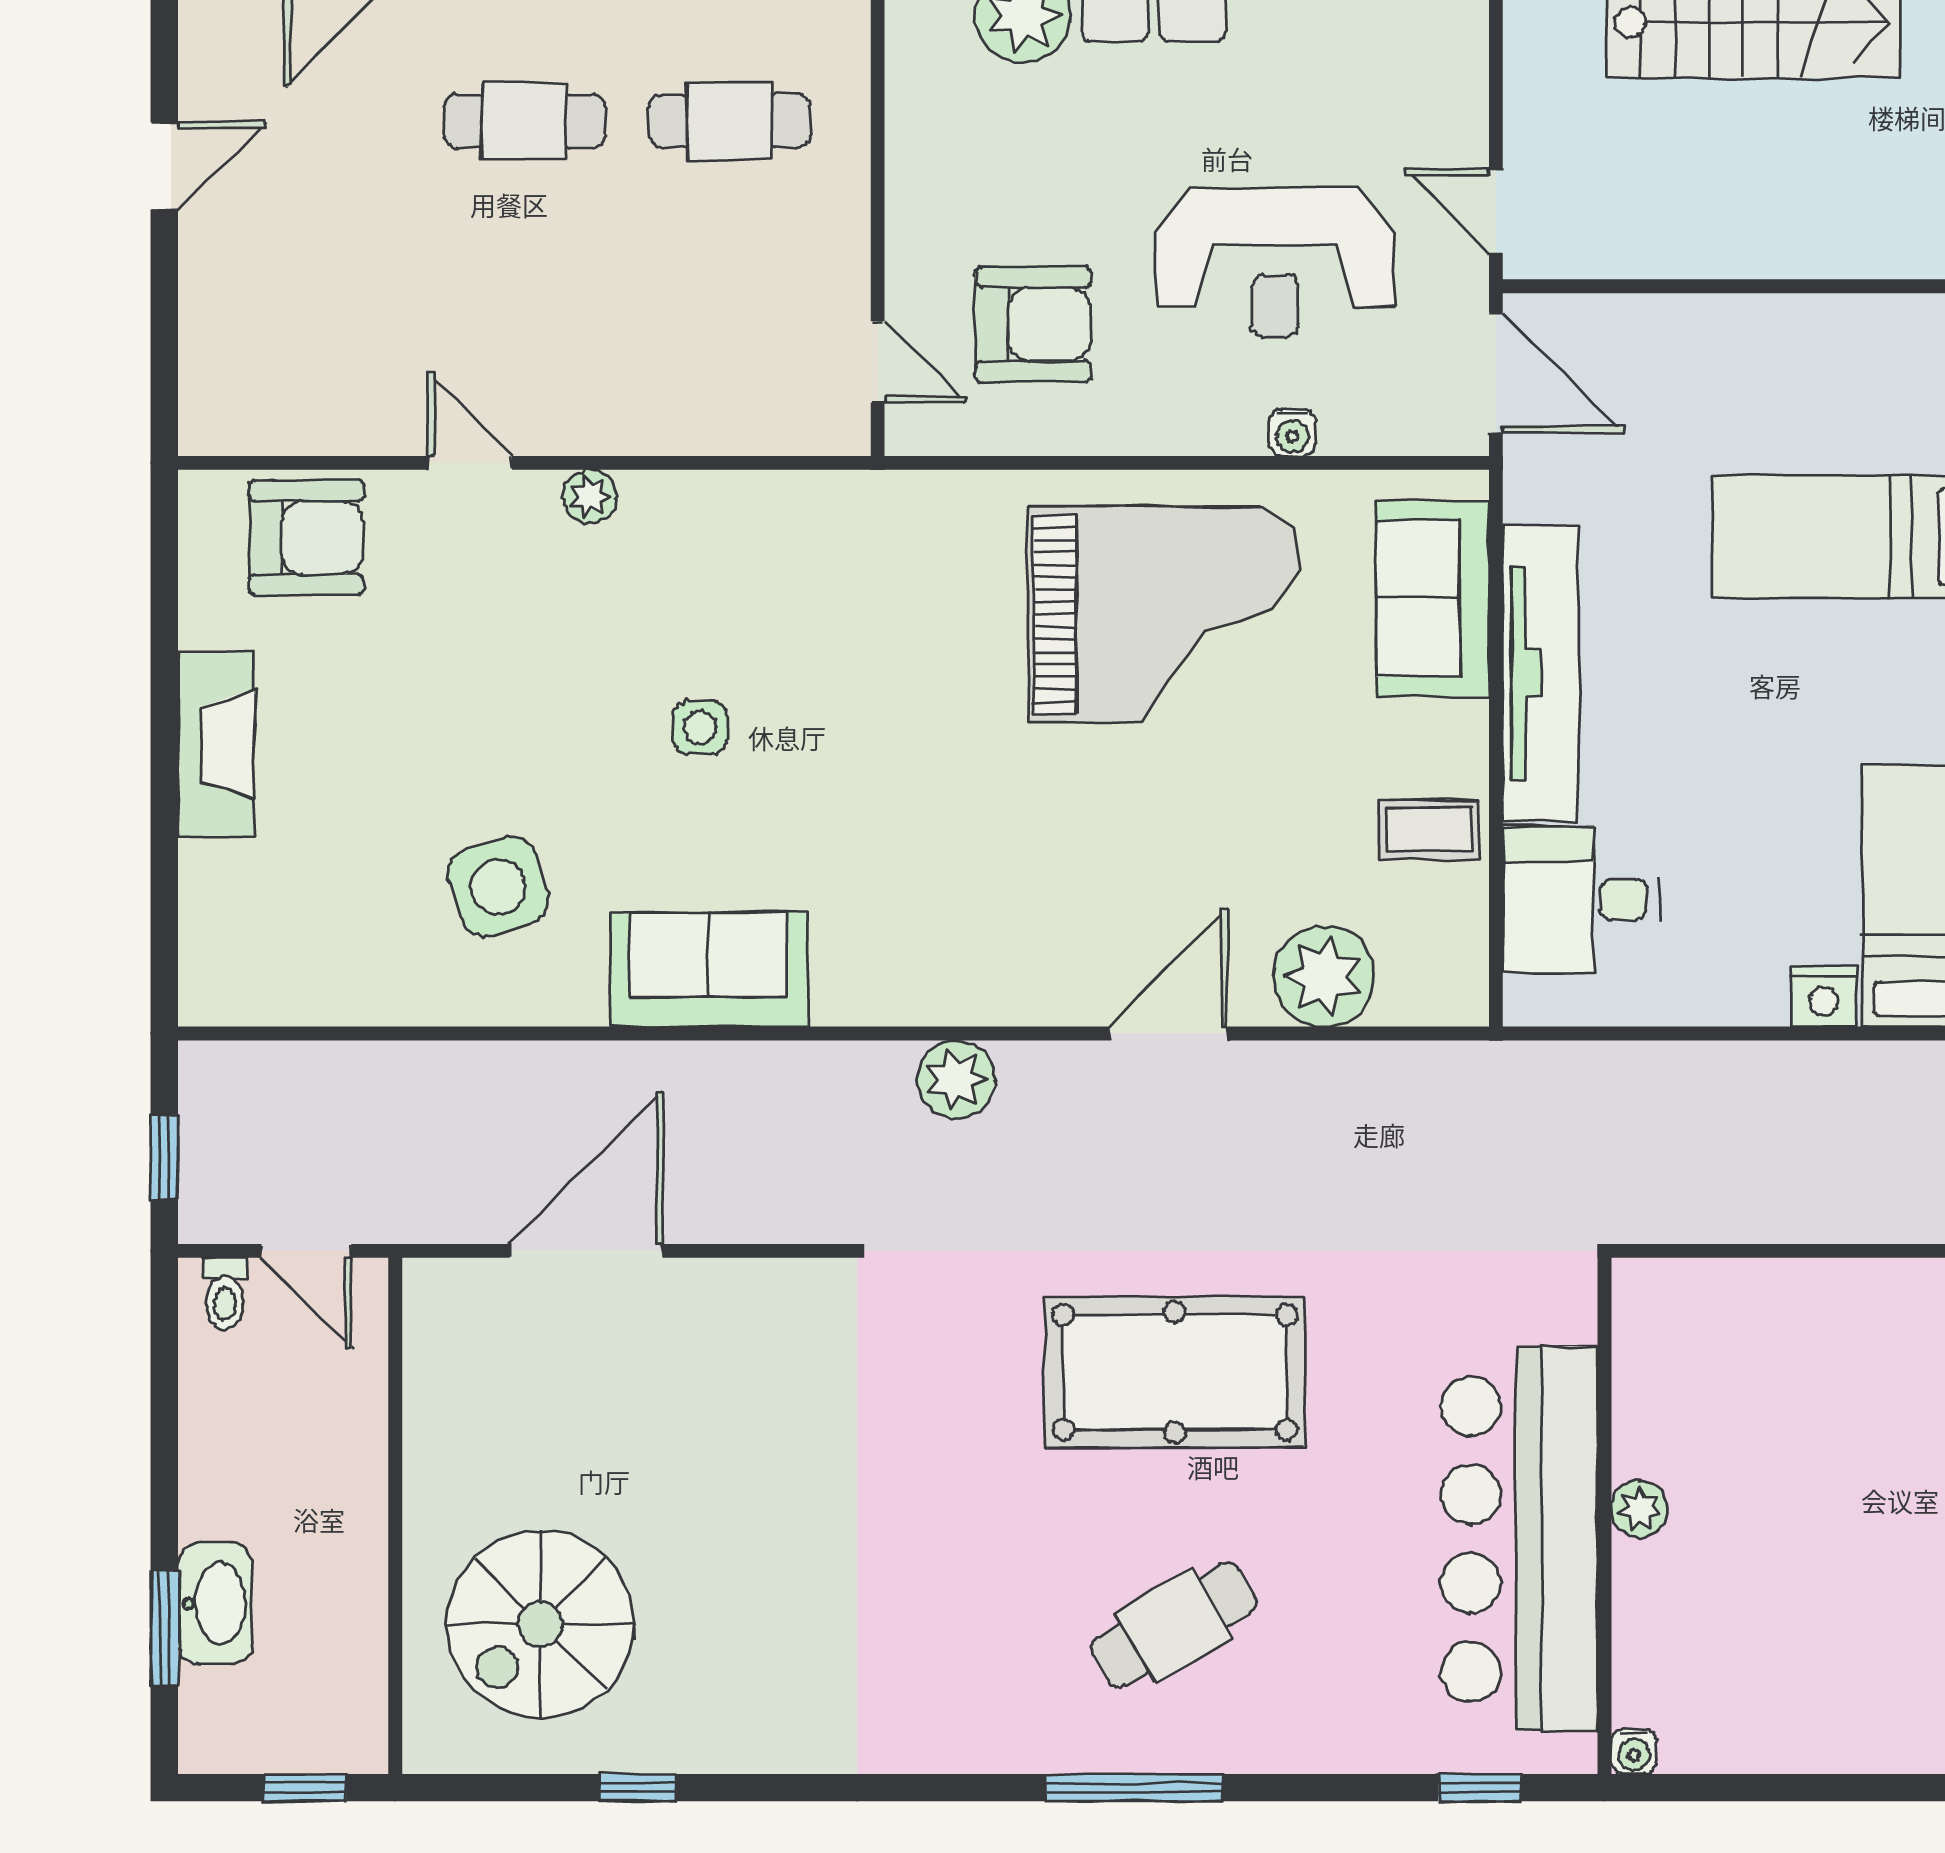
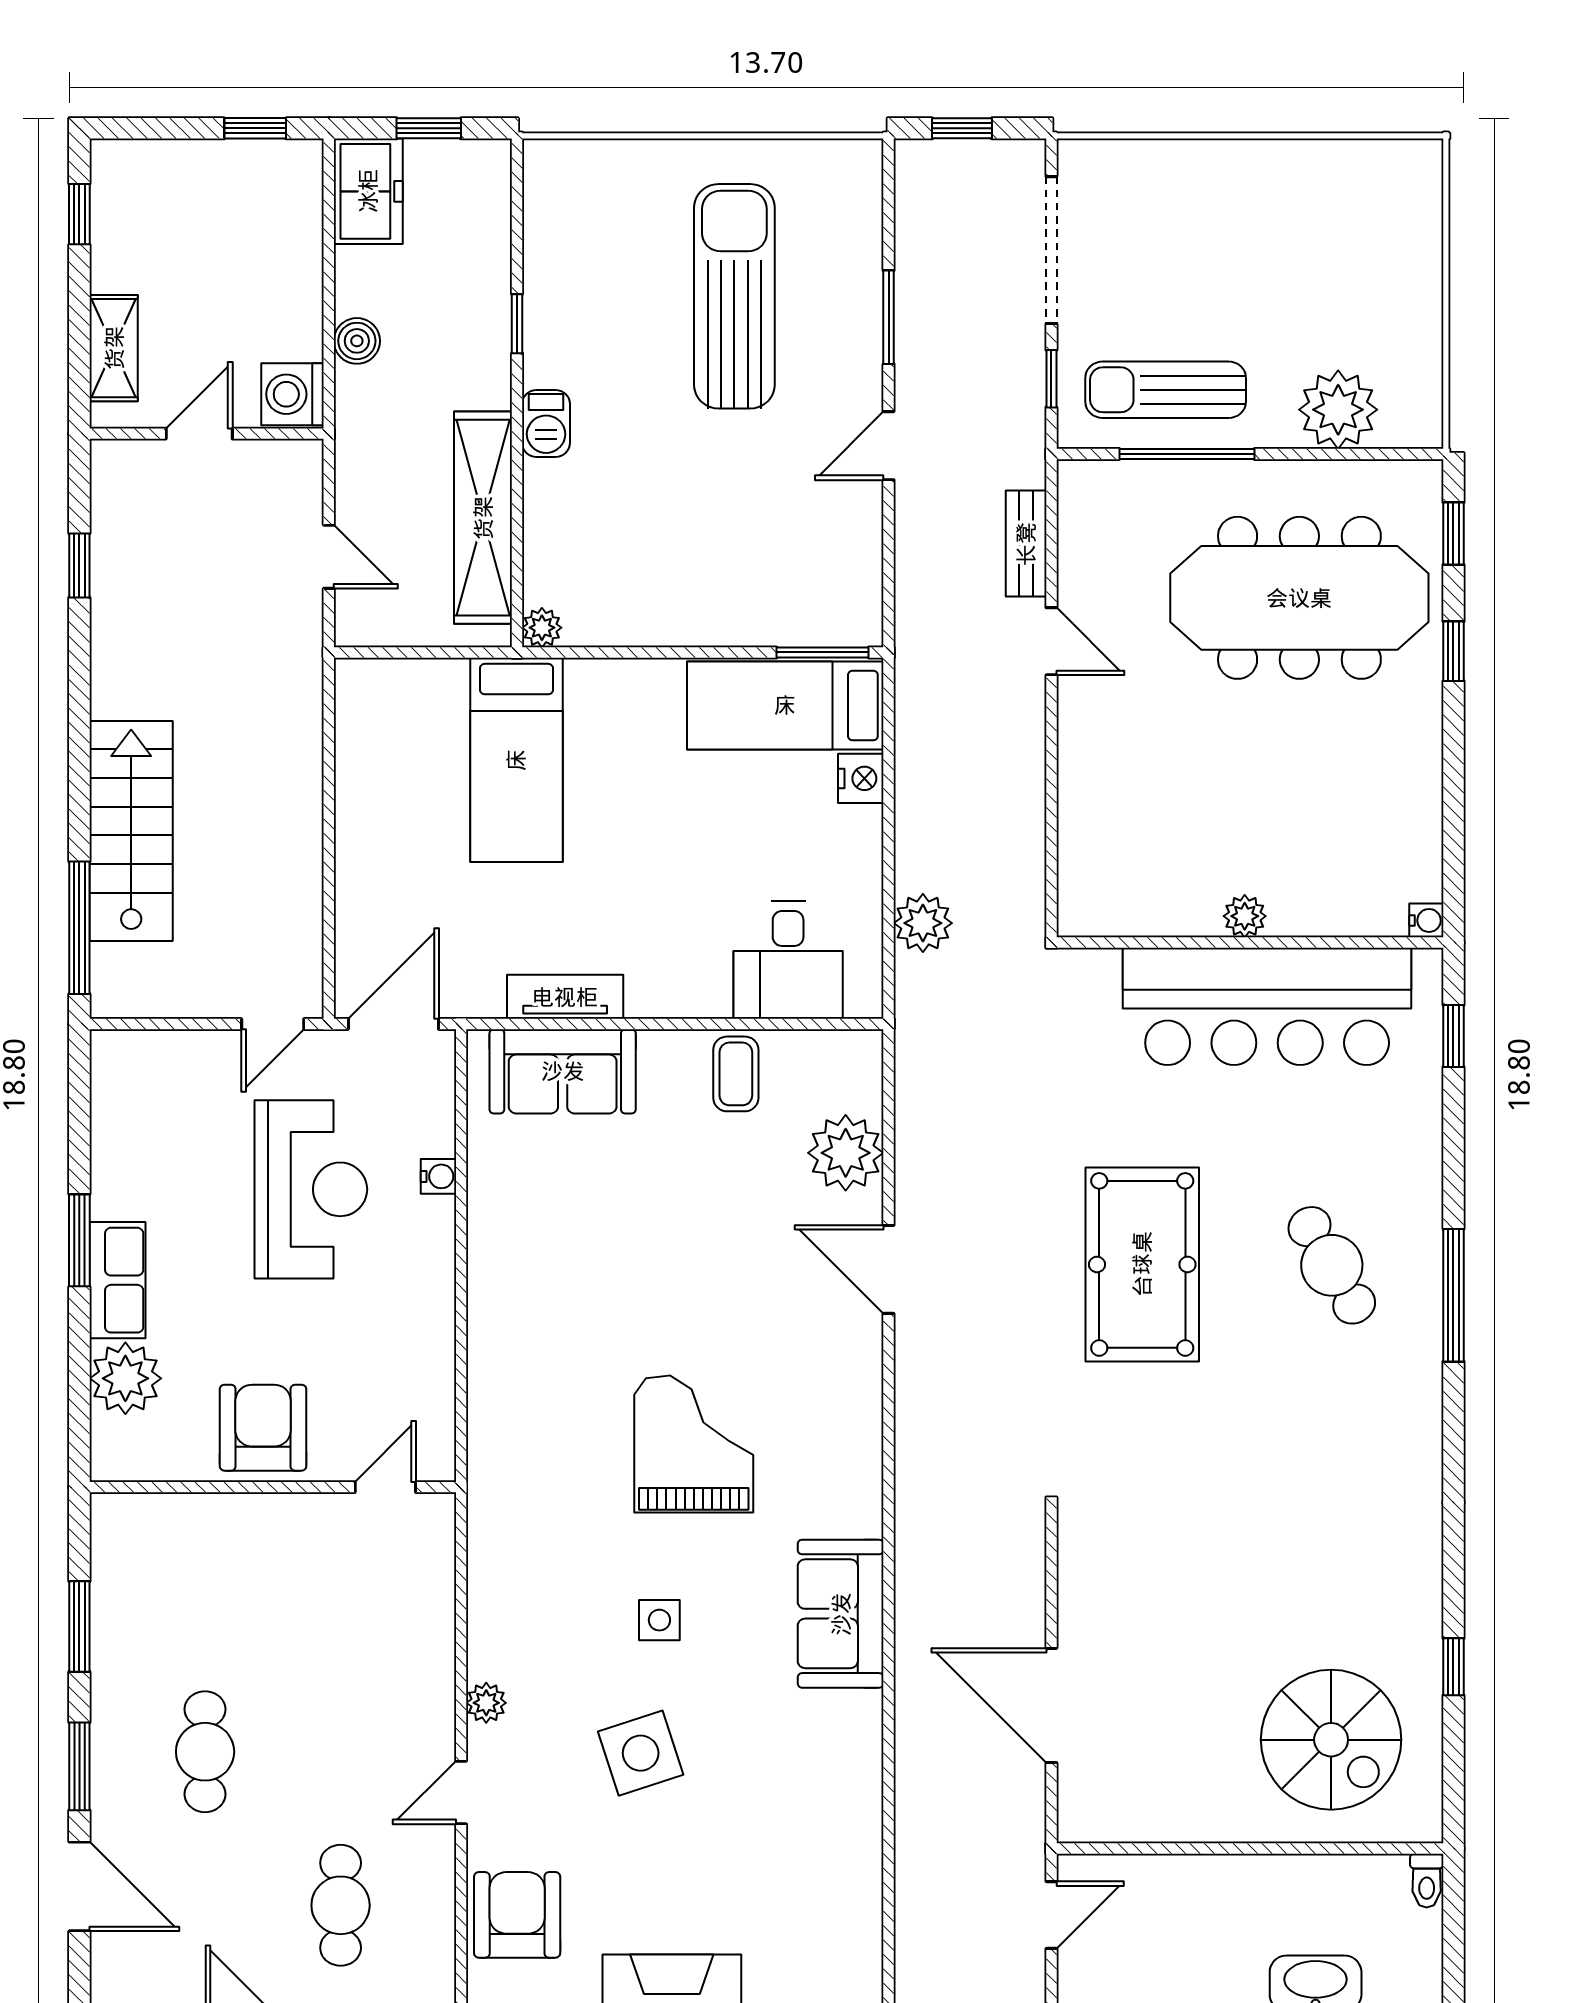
cafe table: (729, 121) -> (341, 1905), moved
armchair: (1033, 324) -> (263, 1428), moved
grand piano: (1163, 614) -> (694, 1444), moved, width x0.73, depth x0.68
tv unit: (1541, 673) -> (565, 997), width x0.52, depth x0.78
side table: (498, 887) -> (641, 1753), moved
plant: (956, 1079) -> (923, 923), moved
toilet: (225, 1294) -> (1427, 1881), moved, turned 90
window: (305, 1788) -> (1453, 1916), removed

